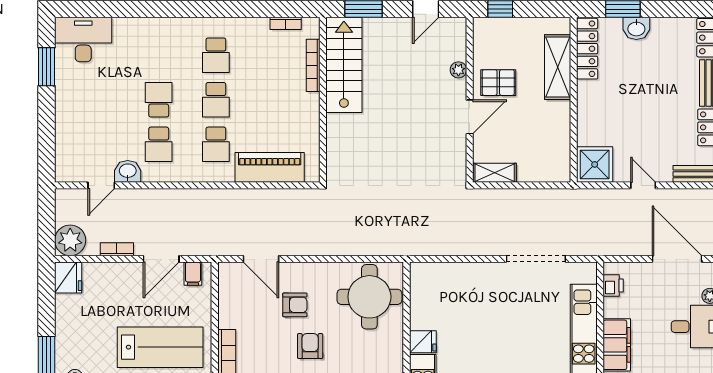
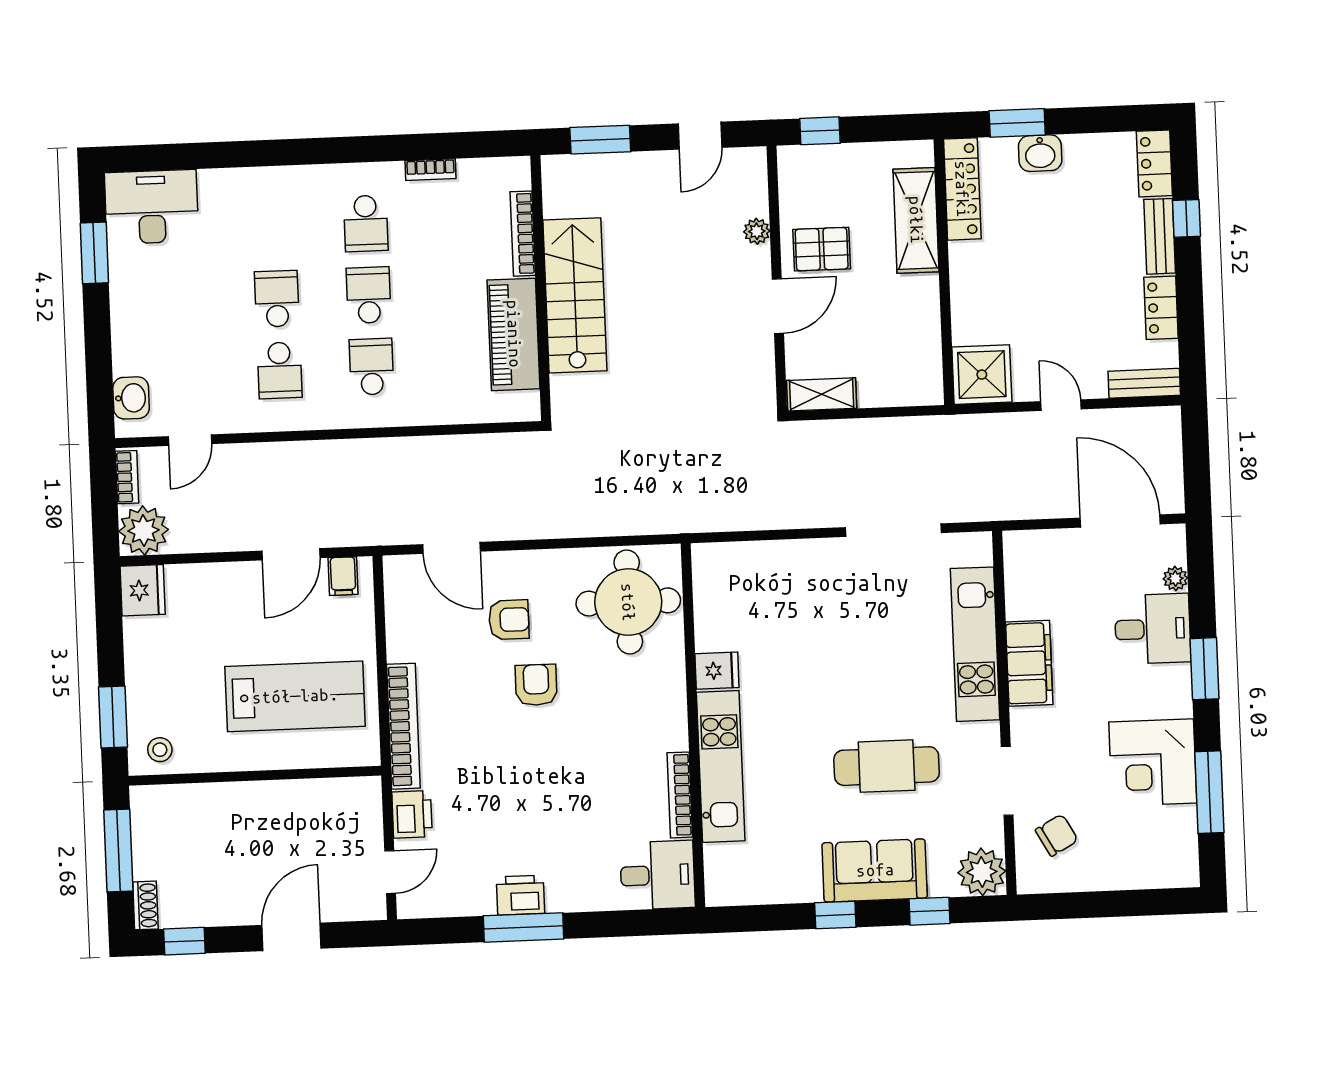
bookcase: (286, 23) -> (431, 170), moved
stairs: (344, 65) -> (575, 295), moved
school desk: (216, 100) -> (369, 295), turned 180
school desk: (216, 144) -> (372, 367), turned 180
piano: (270, 167) -> (514, 334), moved, turned -90
washbasin: (128, 171) -> (131, 398), moved, turned 90
bookcase: (117, 249) -> (127, 477), moved, turned 90
printer: (613, 286) -> (1019, 568), removed

